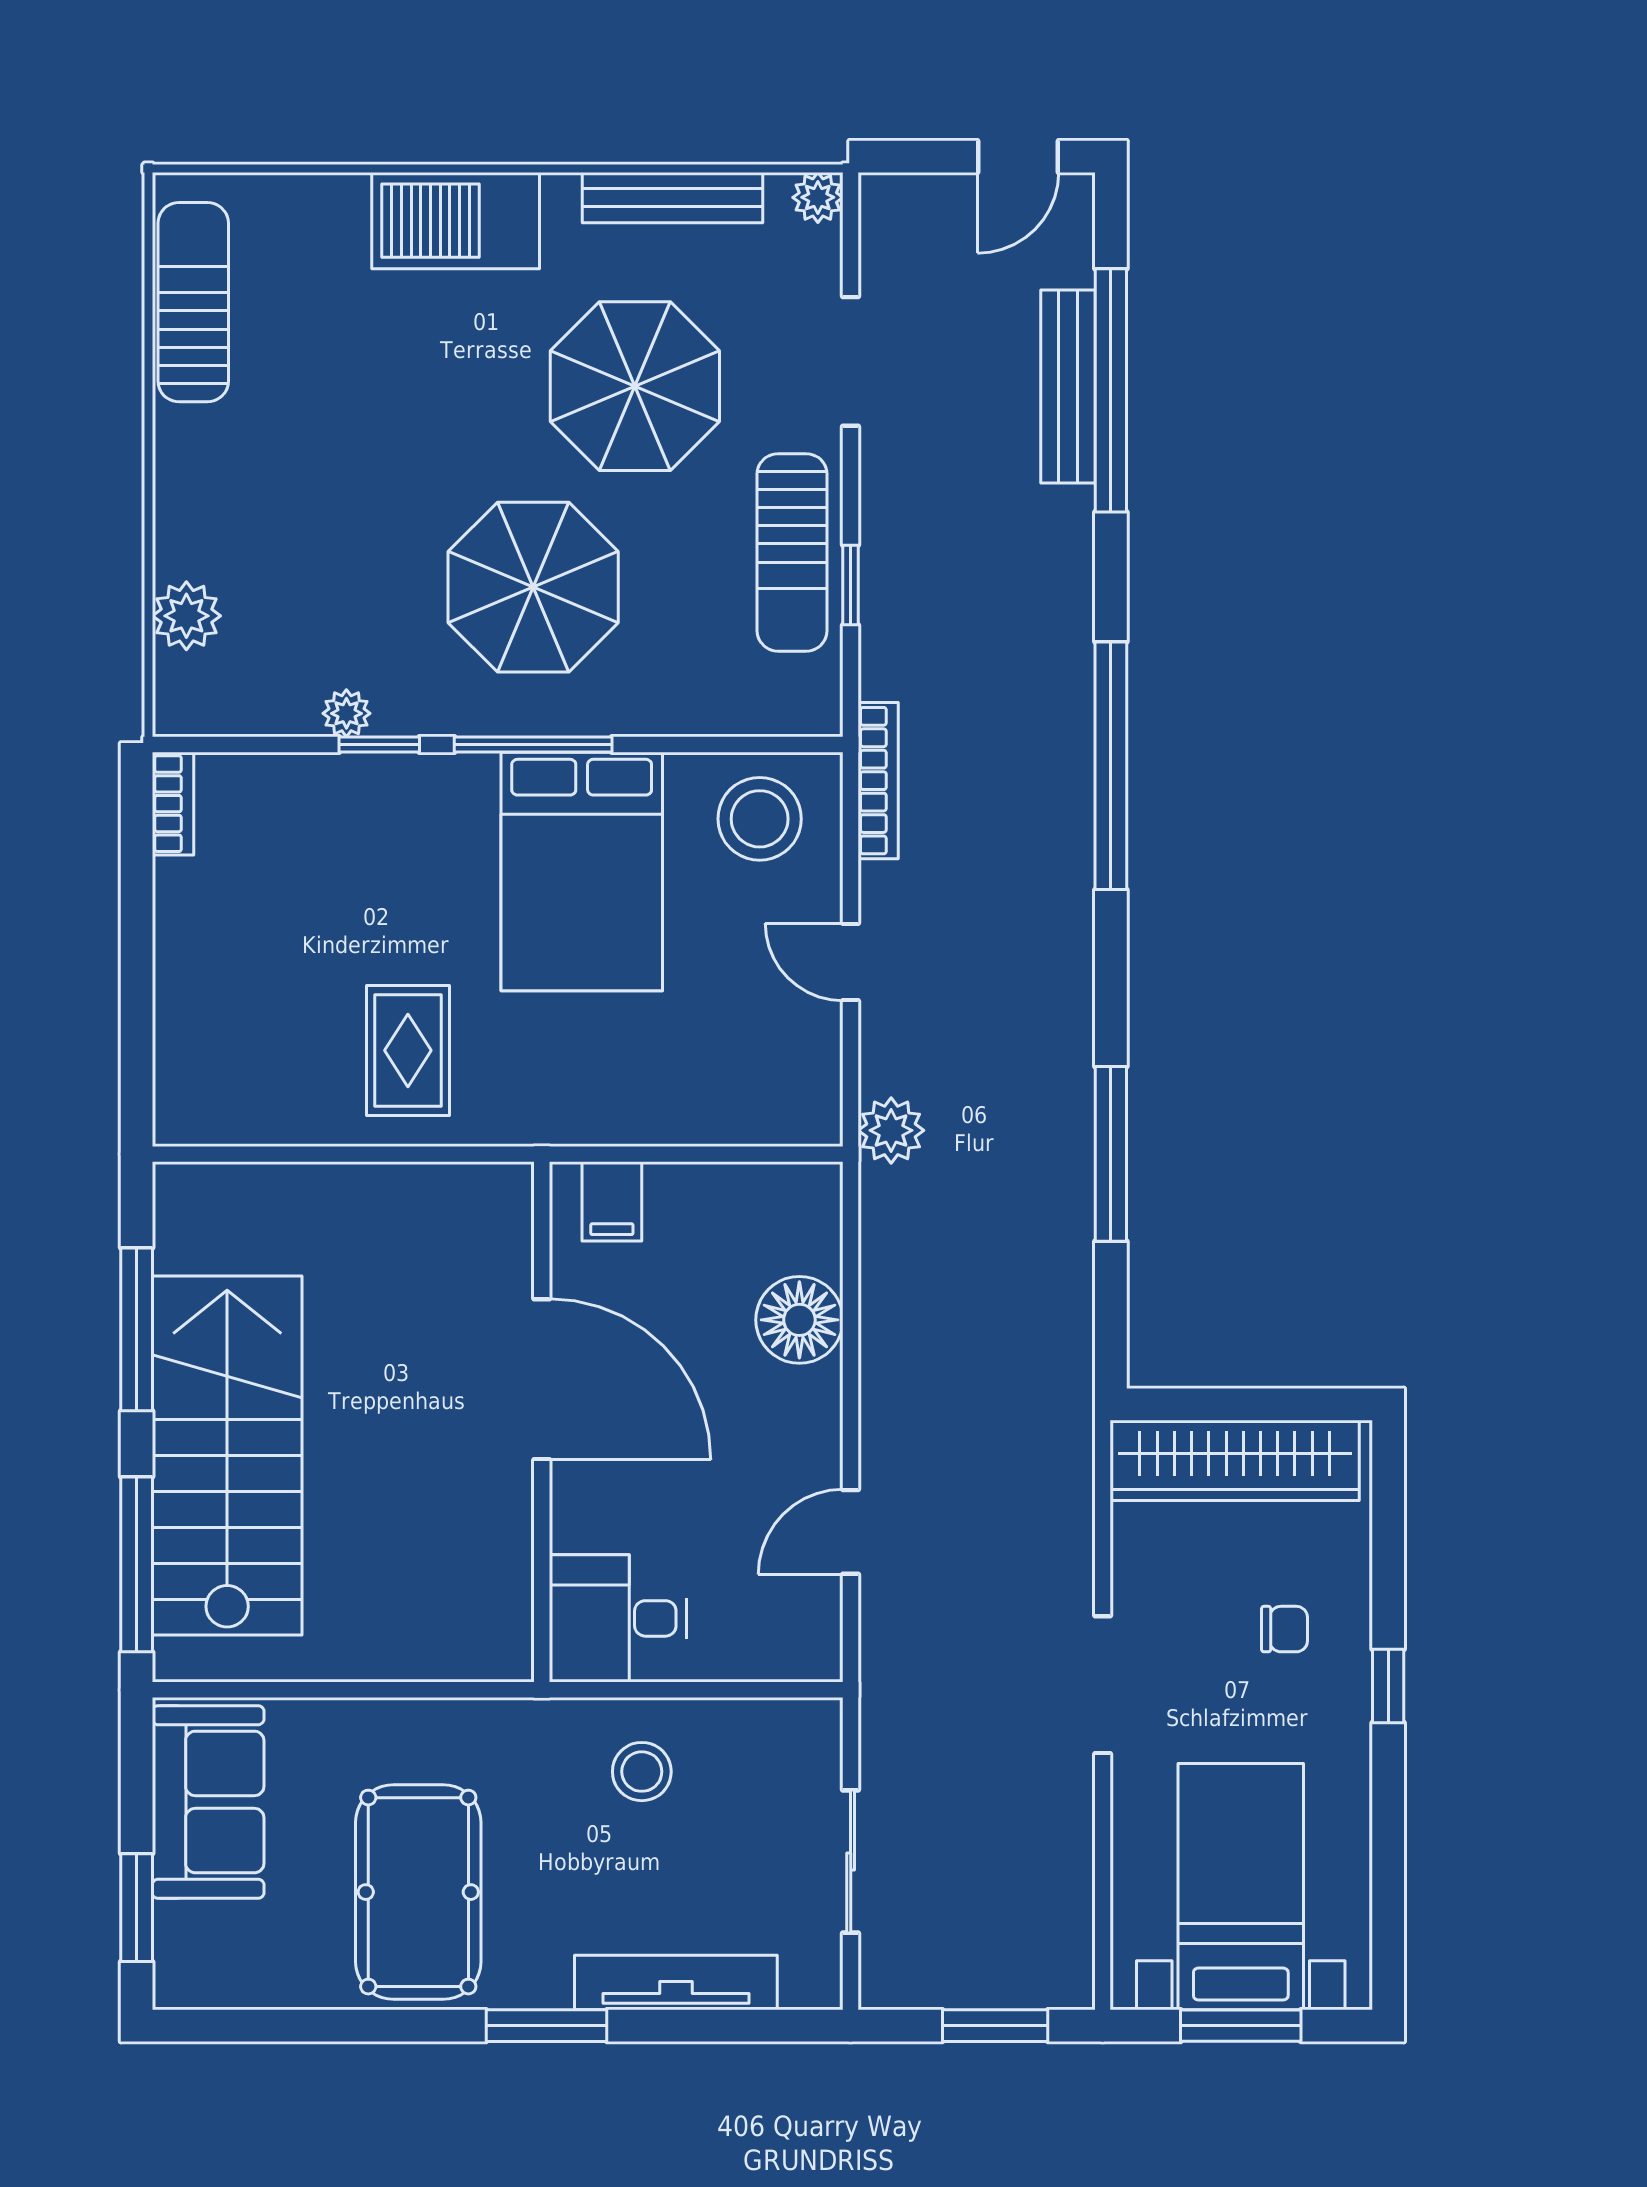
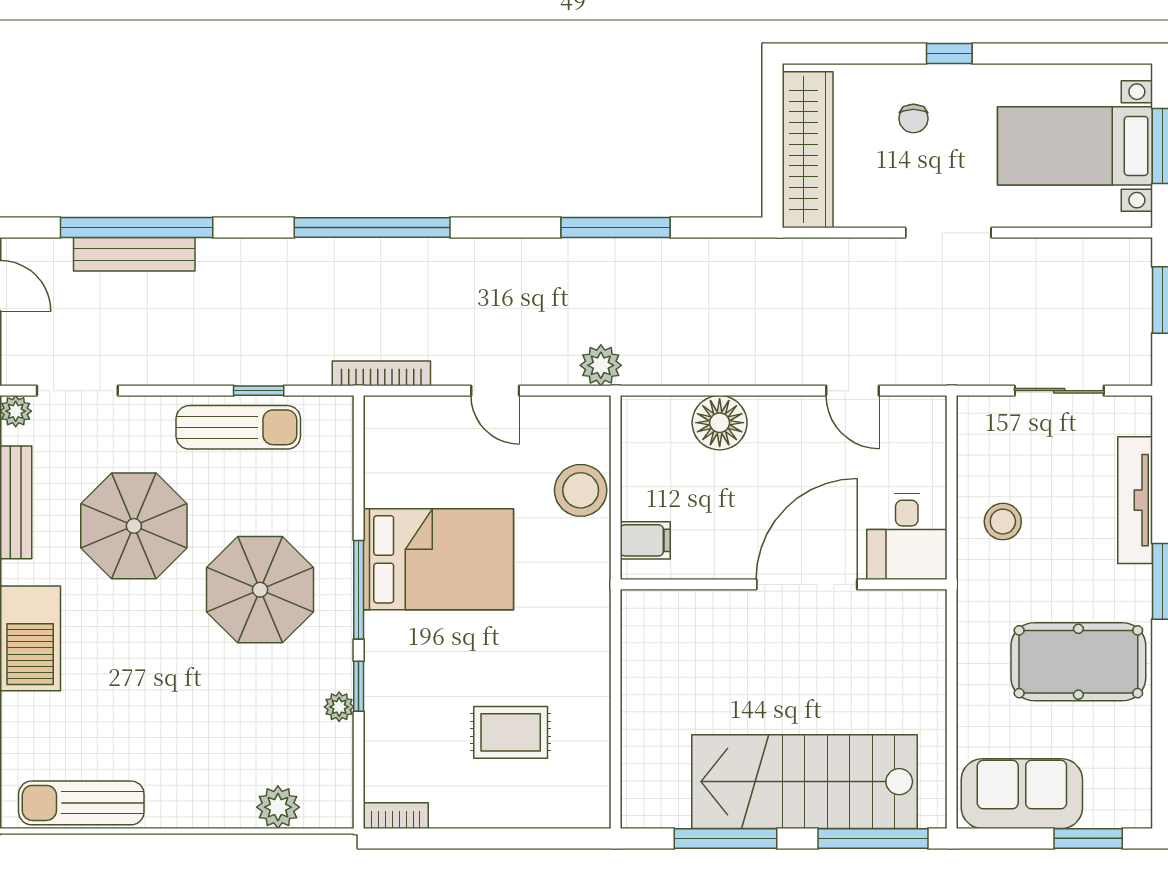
doorway: (851, 361) -> (77, 391), moved
stool: (760, 819) -> (581, 490), moved
door: (851, 962) -> (495, 391), hinge flipped
rug: (408, 1050) -> (511, 732), moved
door: (542, 1379) -> (807, 584), moved
chair: (1284, 1629) -> (913, 119), turned 180

